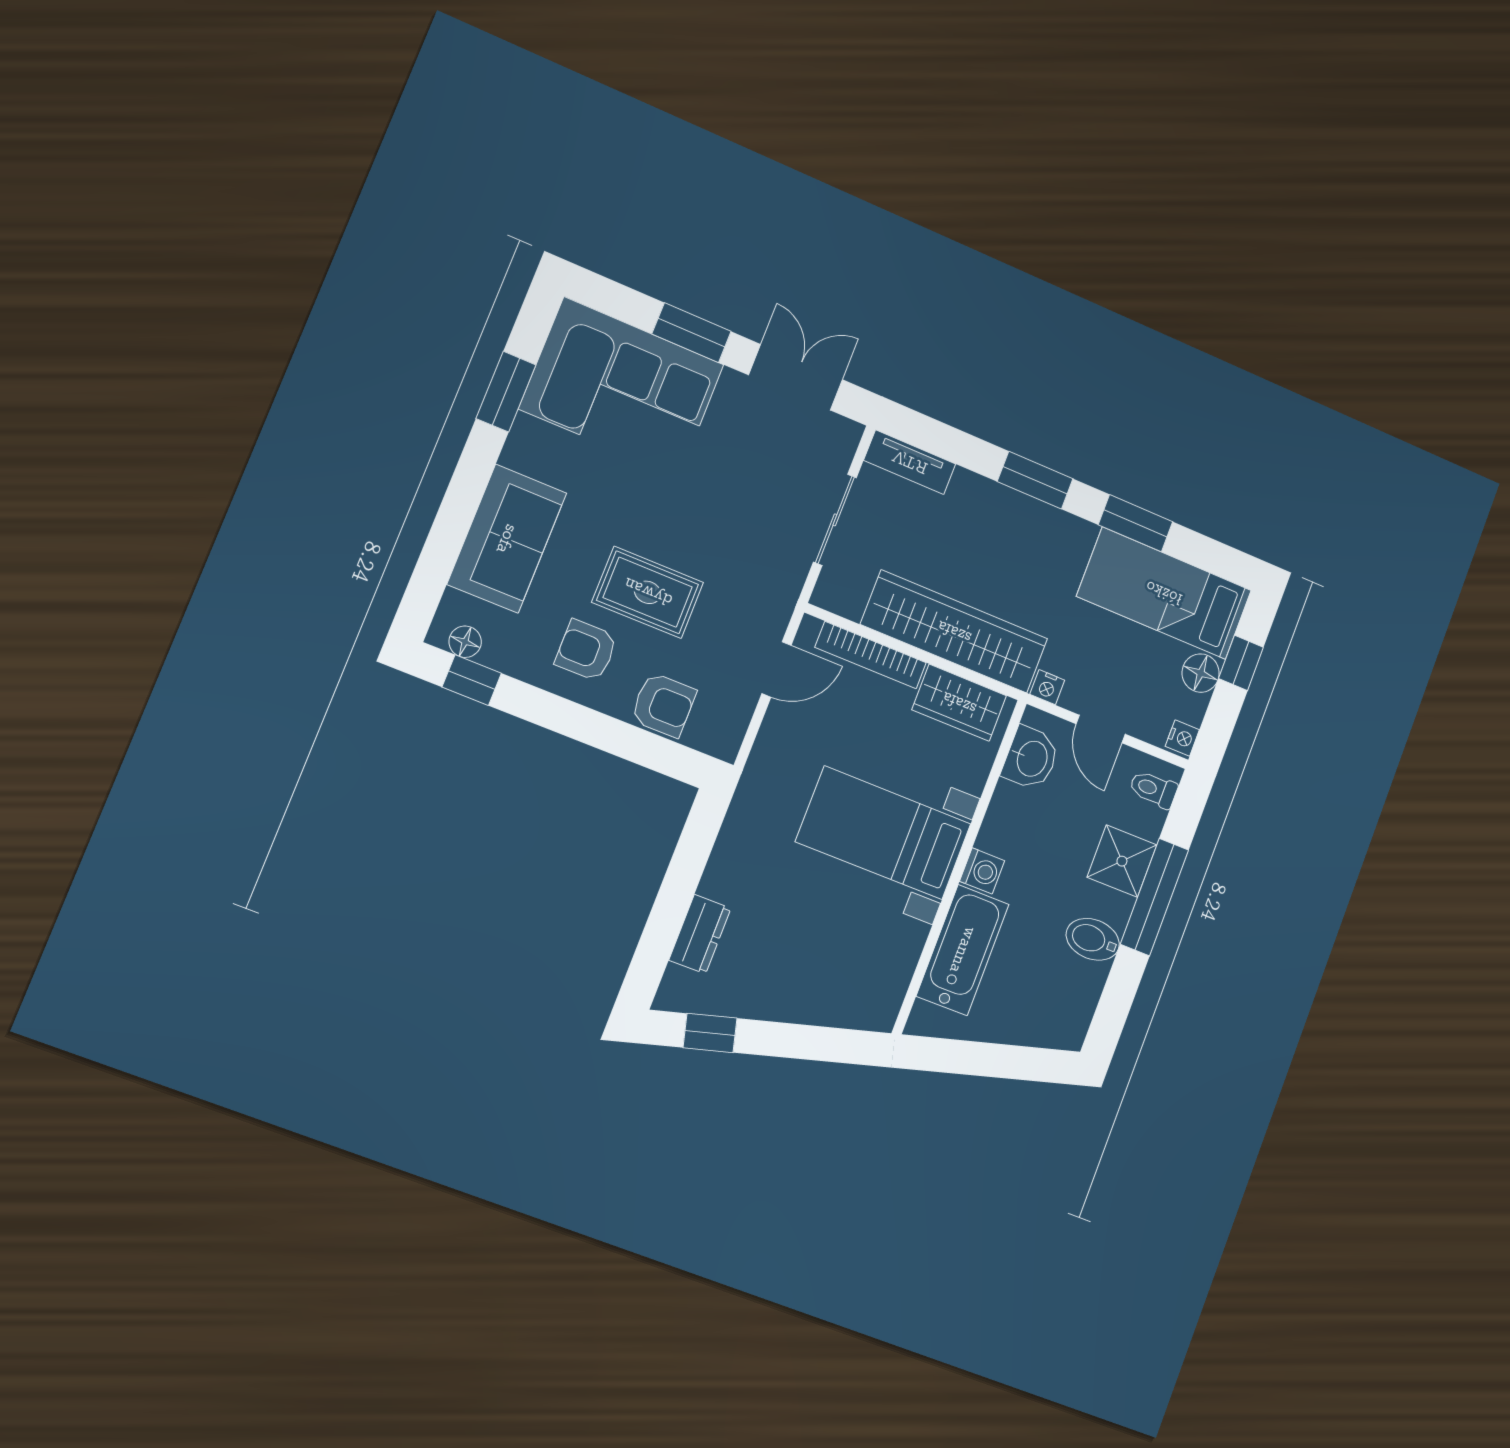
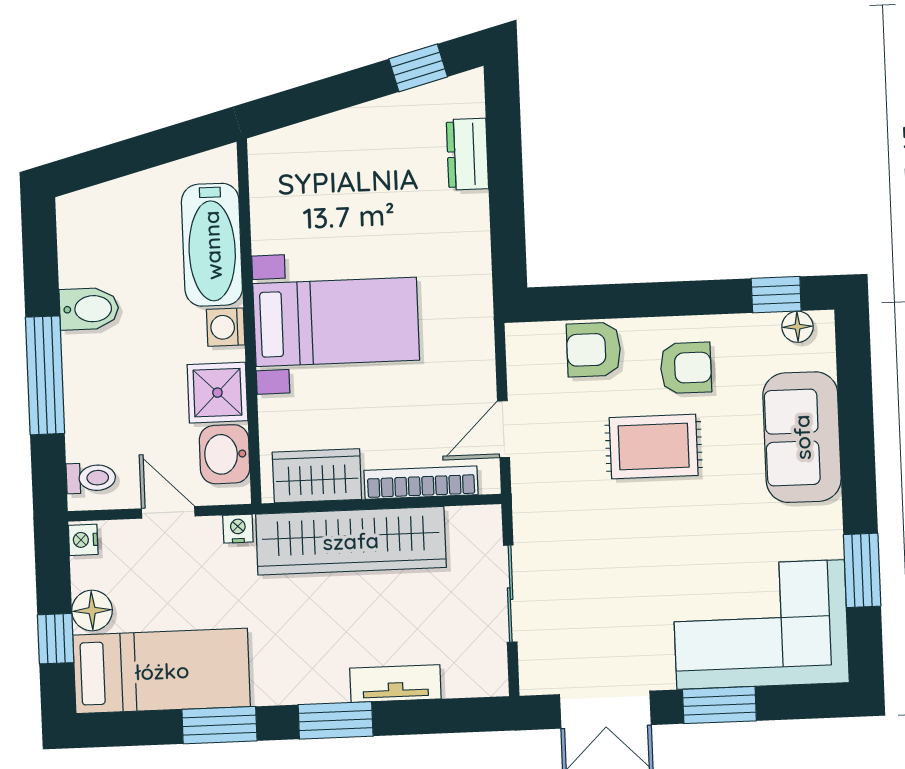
tv unit: (910, 462) -> (395, 684), moved
shower: (1122, 861) -> (217, 393), moved

